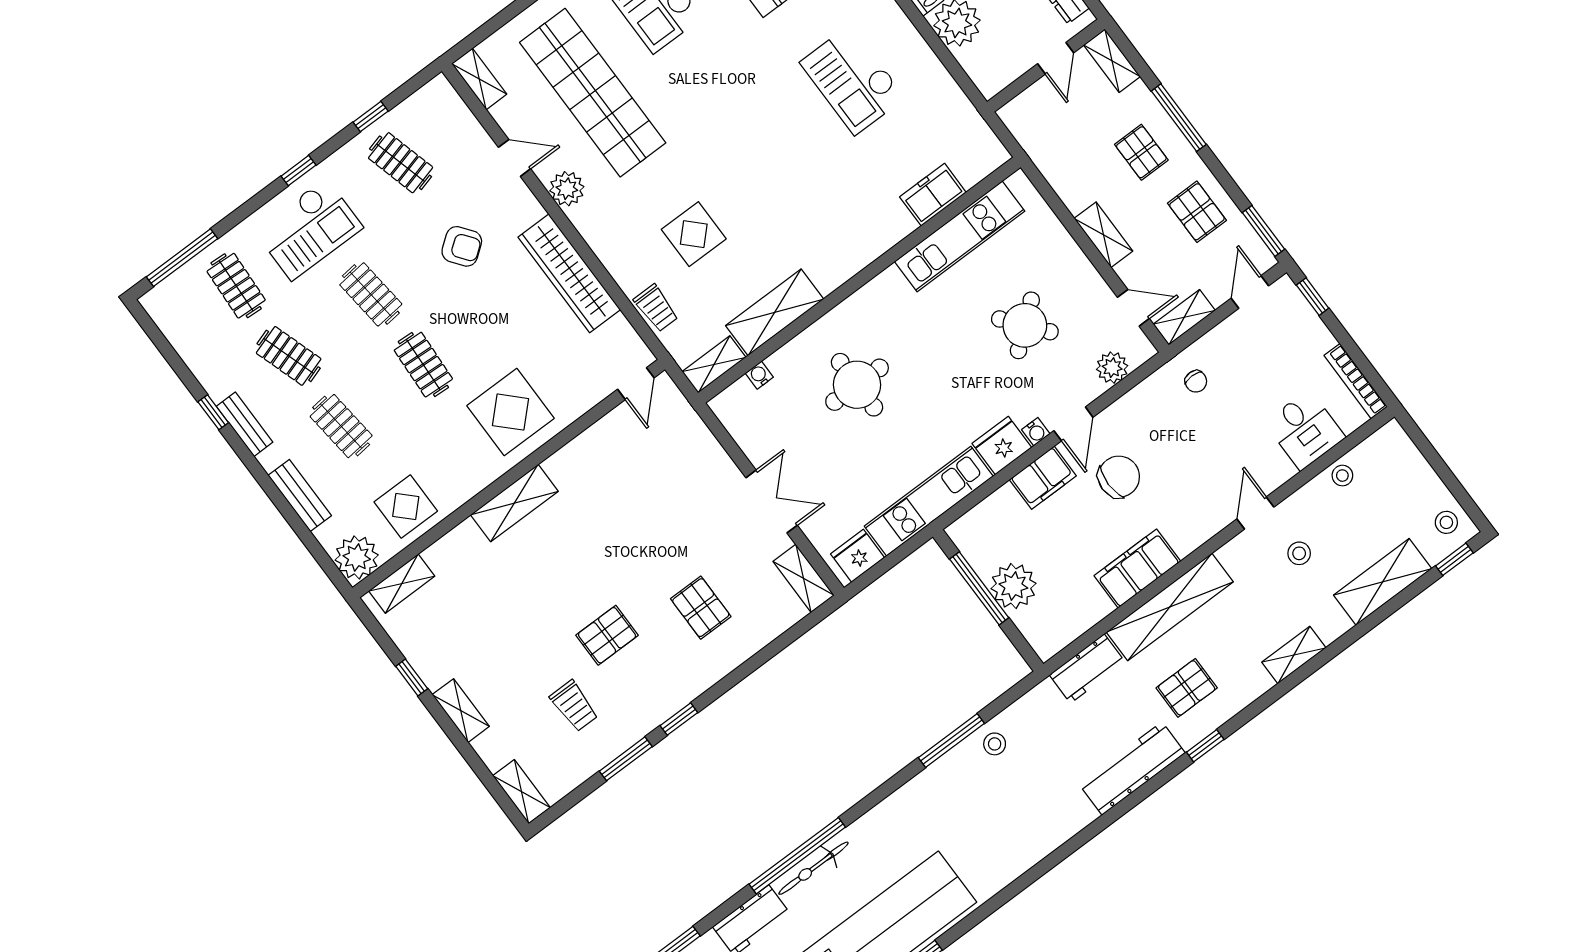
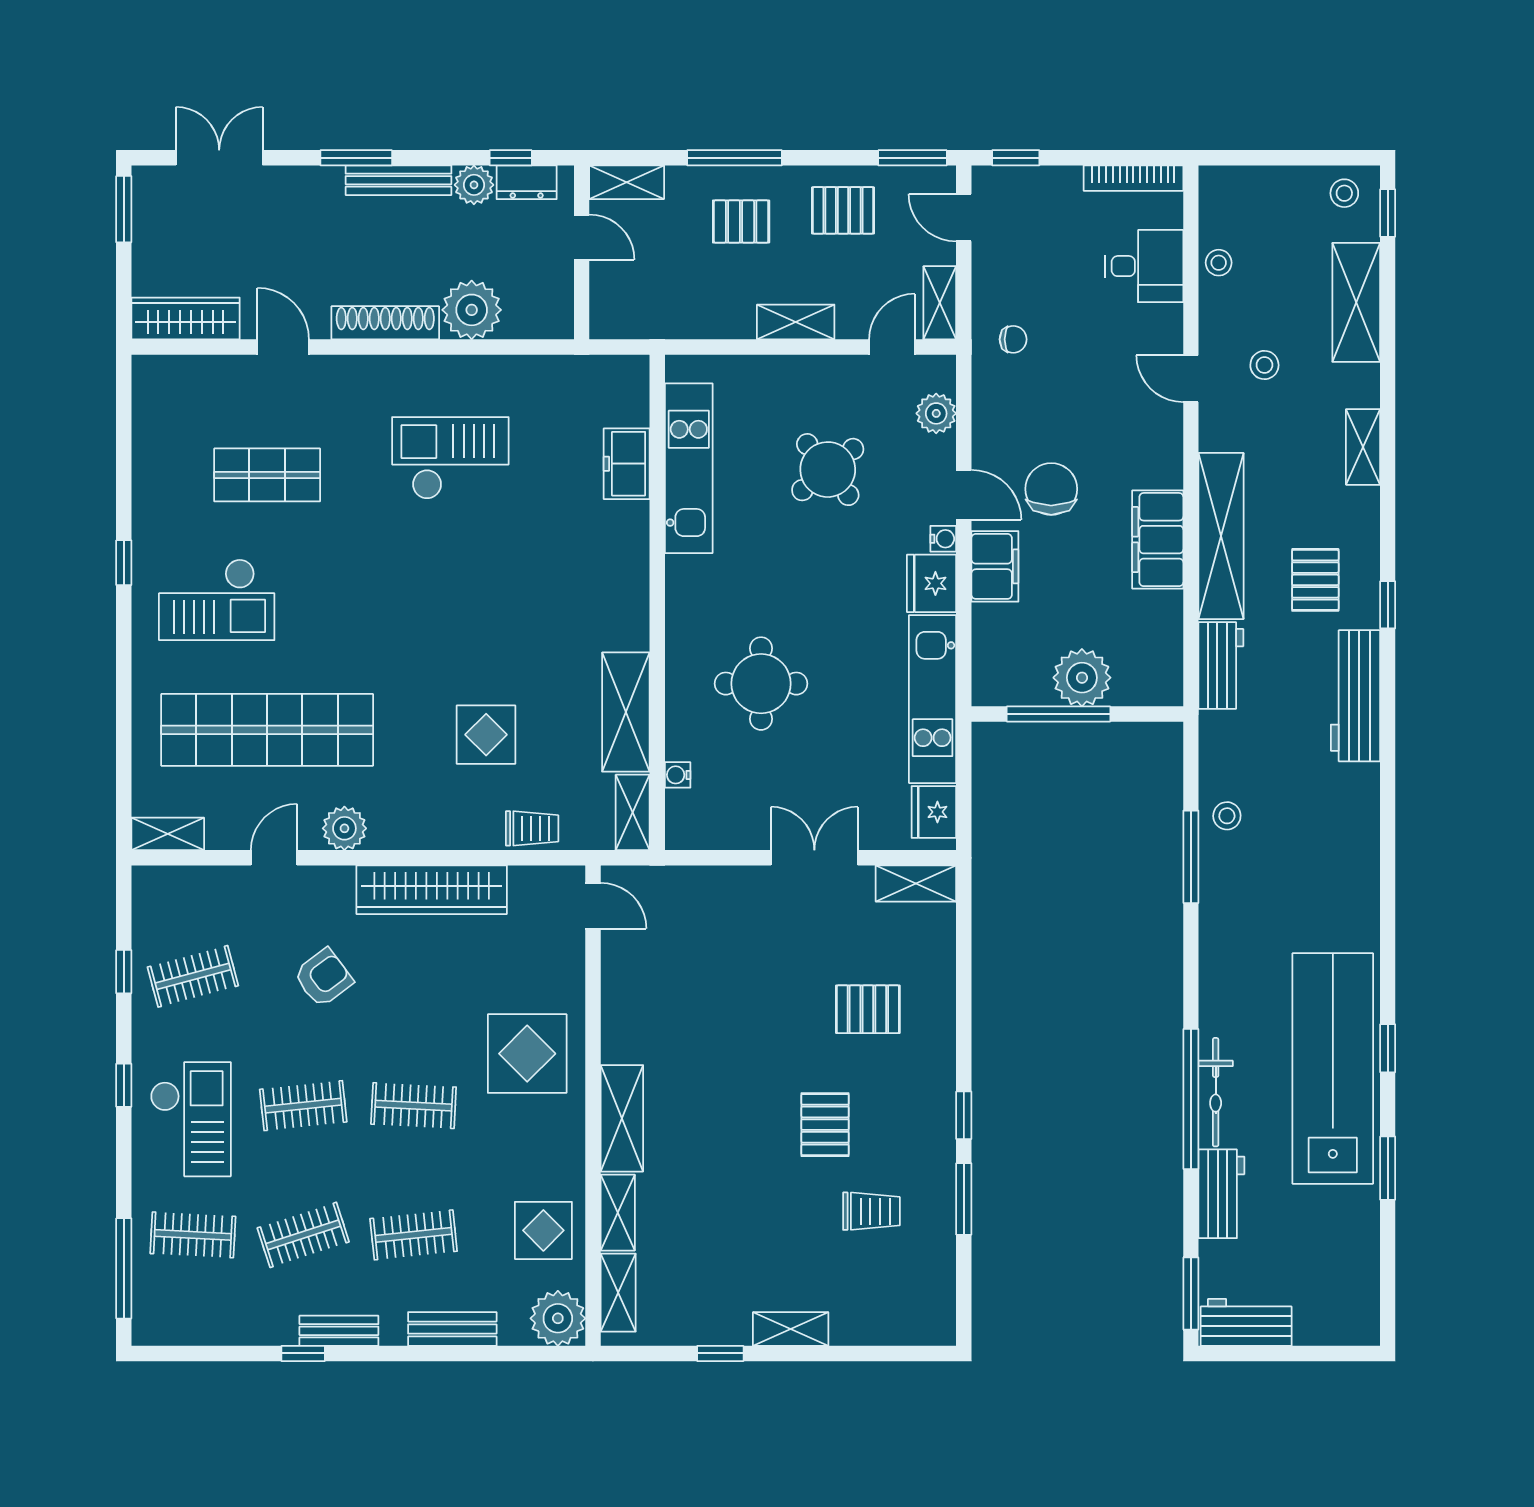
checkout: (853, 80) -> (450, 458), turned 180
shelving: (521, 792) -> (618, 1213), moved, turned 90

